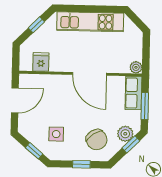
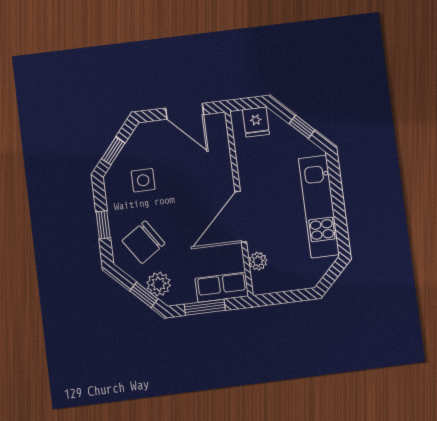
fridge: (41, 62) -> (256, 122), moved, turned 90
plant: (136, 67) -> (258, 261), moved

